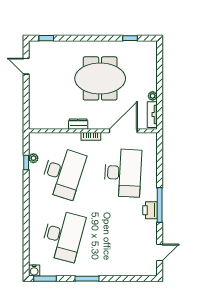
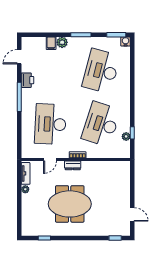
dresser: (78, 124) -> (73, 165), moved
door: (123, 131) -> (50, 160), width x0.53
printer: (150, 210) -> (27, 80), moved
filing cabinet: (122, 269) -> (51, 43), added
plant: (109, 270) -> (62, 42), added

